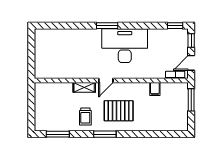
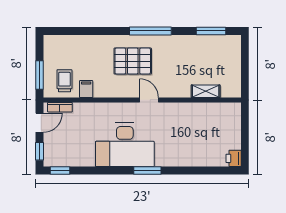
printer: (40, 35) -> (234, 158), added
door: (106, 81) -> (149, 100), hinge flipped
shelving: (84, 87) -> (206, 91), moved
trolley: (85, 117) -> (64, 81), moved
window: (105, 134) -> (150, 31), width x1.44

